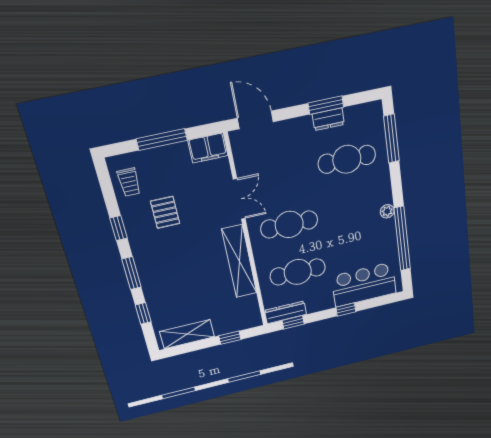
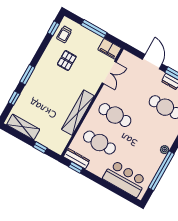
door: (255, 120) -> (152, 62), moved
double door: (239, 199) -> (109, 73), moved
window: (119, 228) -> (53, 28), moved
window: (346, 309) -> (106, 184), removed

